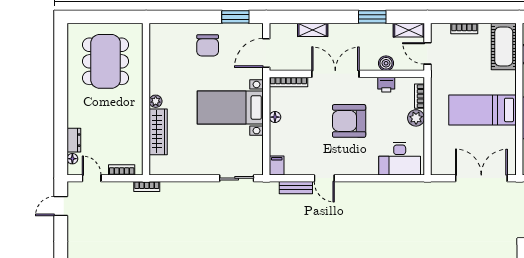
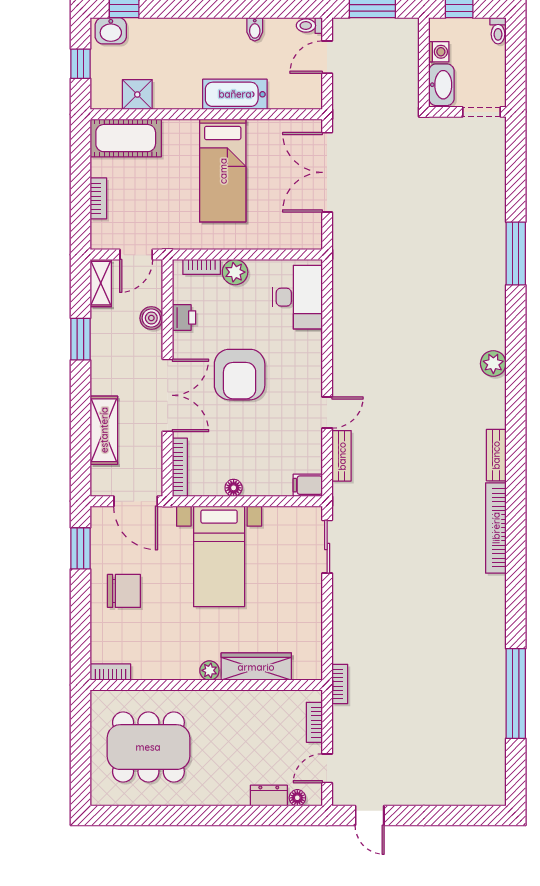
shelving: (313, 30) -> (104, 430), width x1.50, depth x1.33
bookcase: (155, 37) -> (110, 672), added
double door: (335, 74) -> (168, 395), swing flipped

